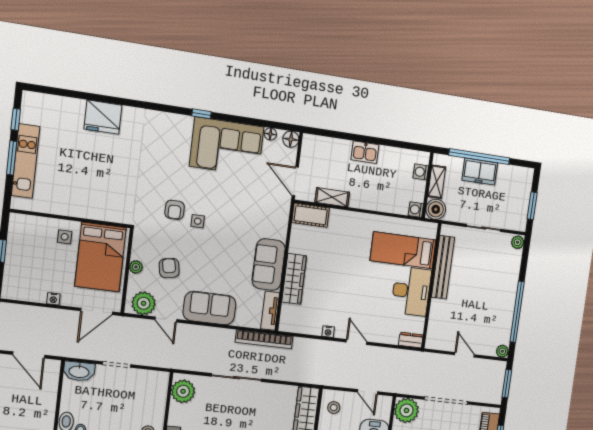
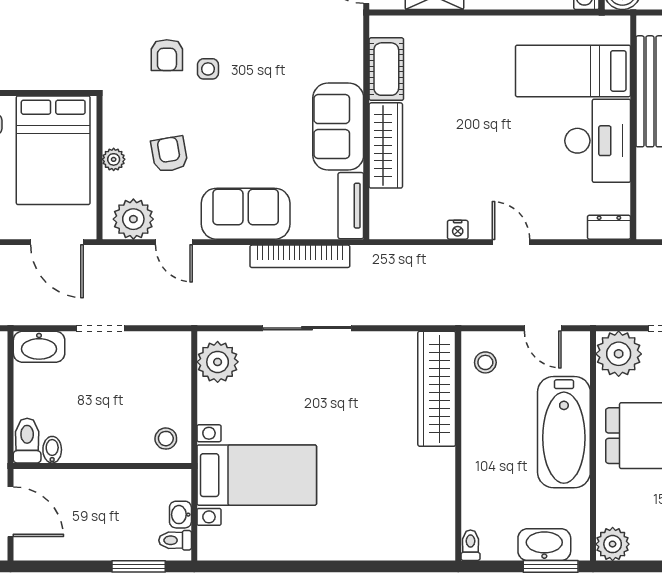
cot: (311, 215) -> (386, 69), moved, turned 90
door: (97, 311) -> (57, 242), hinge flipped
bookcase: (264, 339) -> (300, 256), moved

